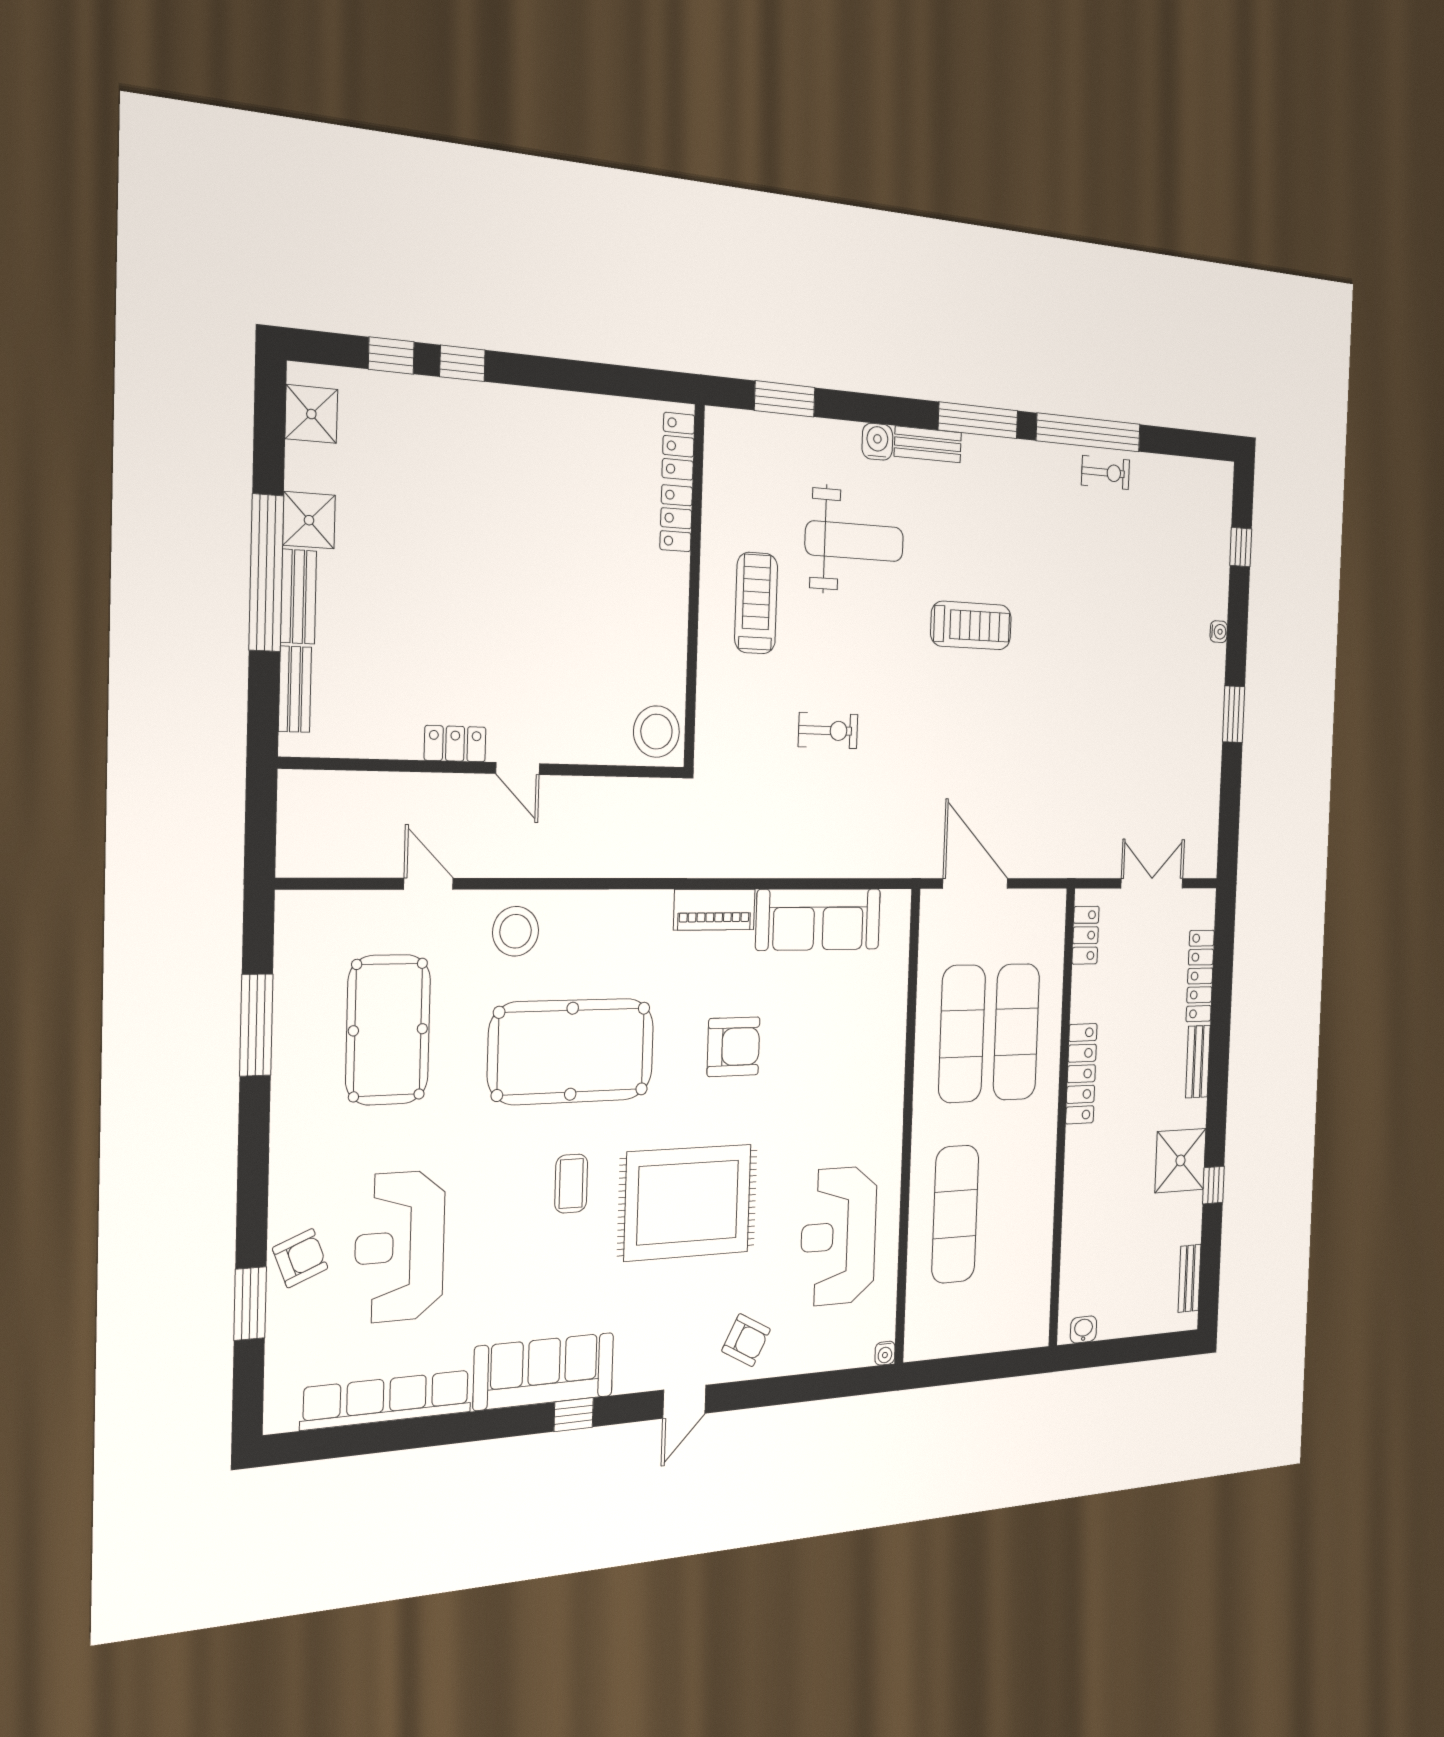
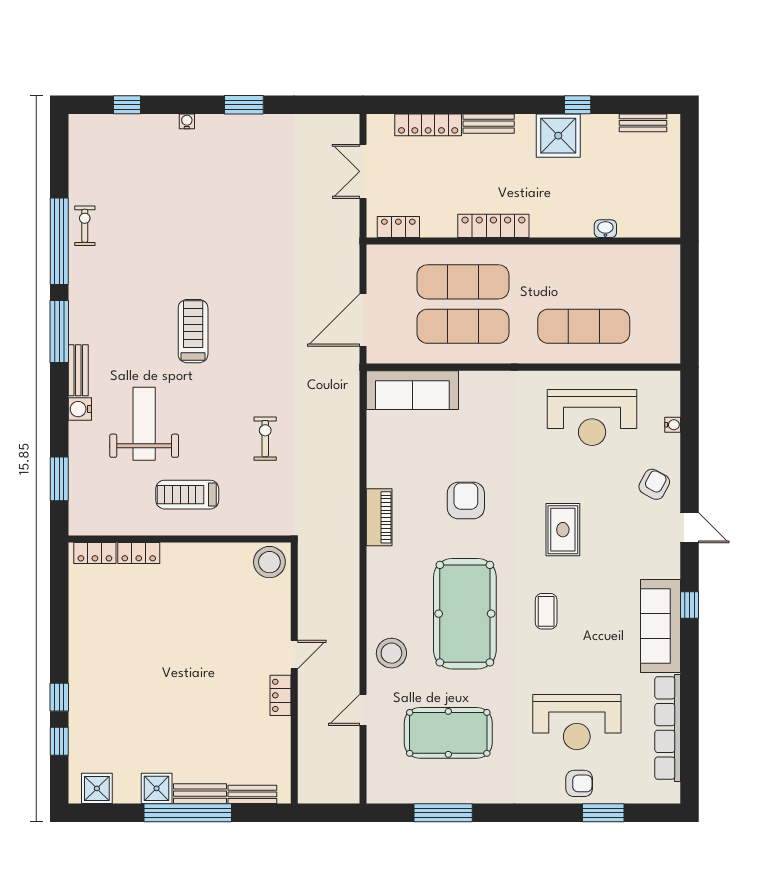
sofa: (819, 919) -> (412, 390), moved, turned 90
coffee table: (571, 1184) -> (546, 611), turned 90
rug: (688, 1202) -> (563, 530), width x0.54, depth x0.49
armchair: (300, 1258) -> (579, 783), turned 112
washbasin: (1083, 1329) -> (605, 229), moved, turned 90
water cooler: (885, 1353) -> (673, 425), moved

